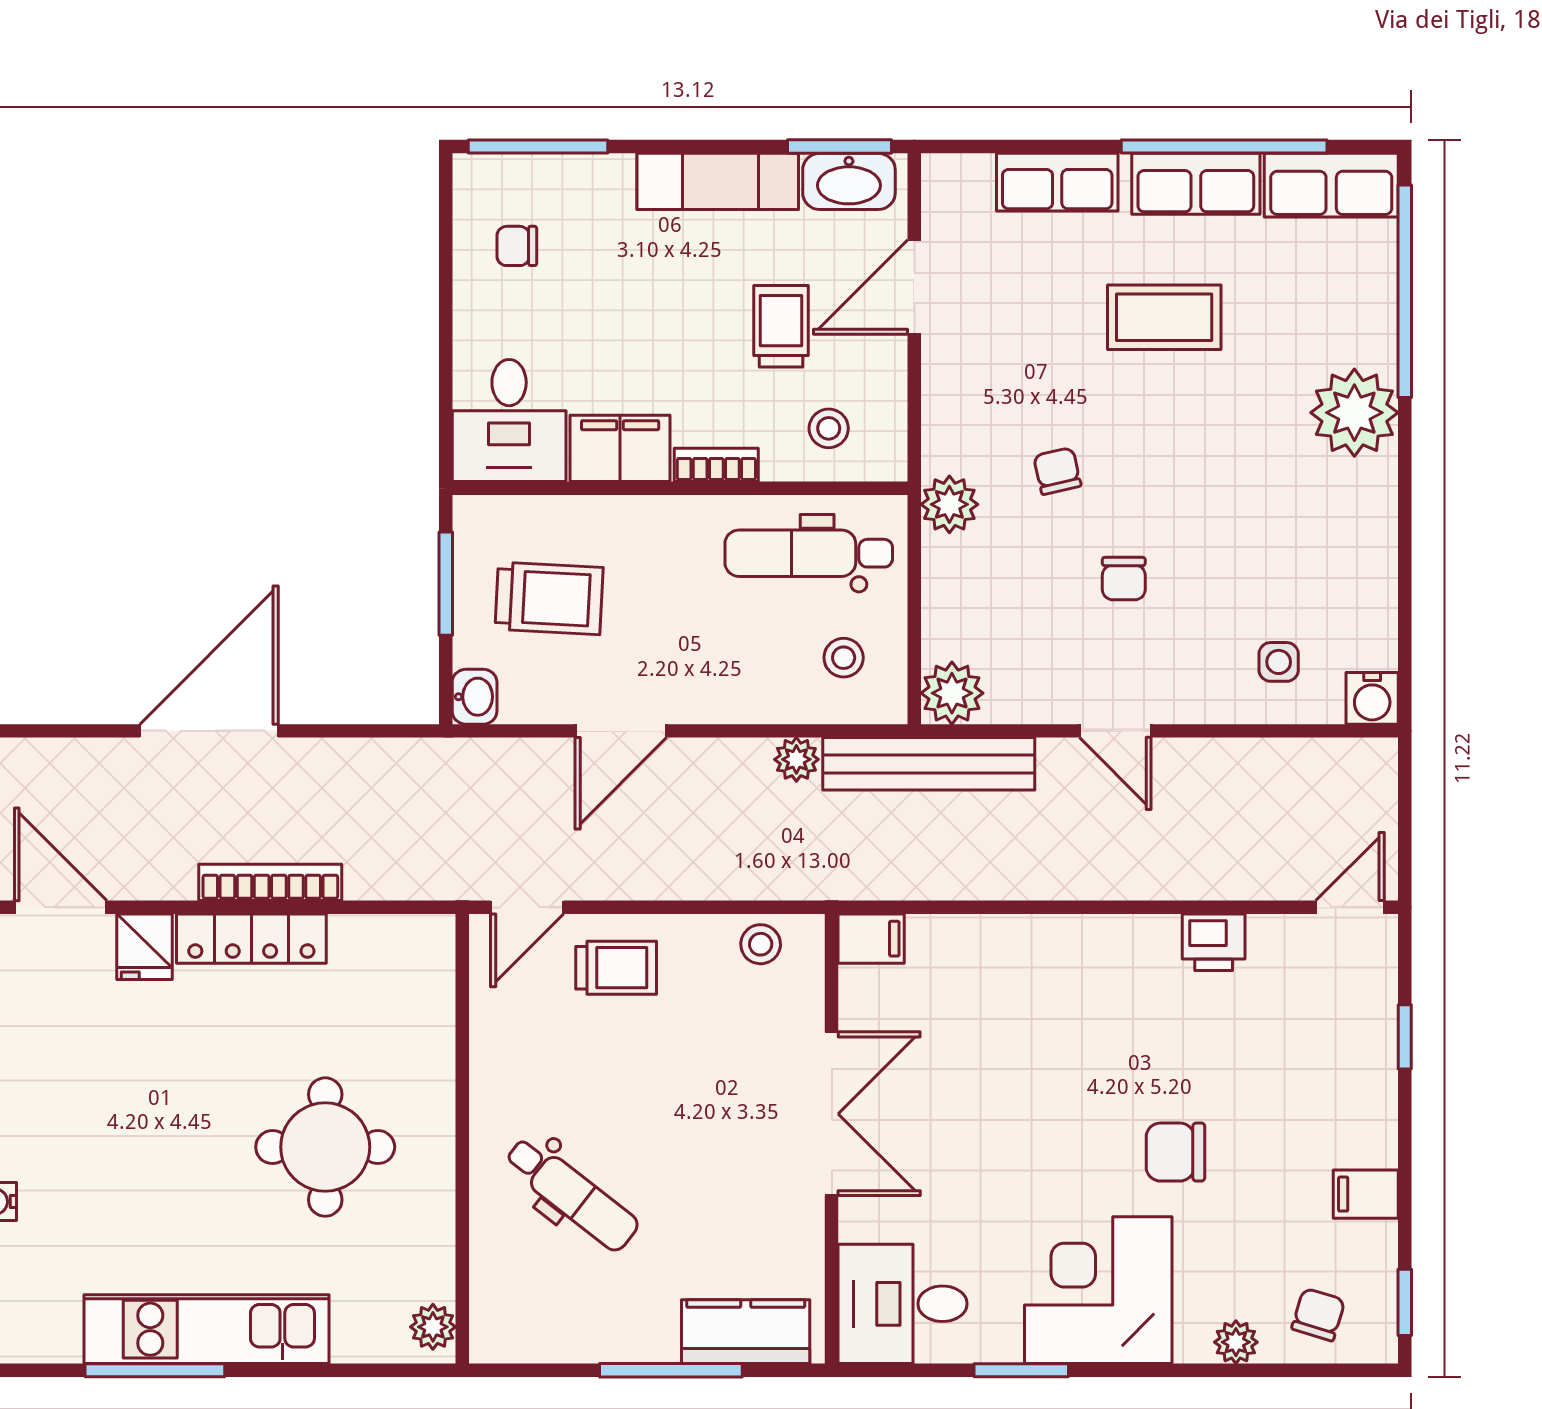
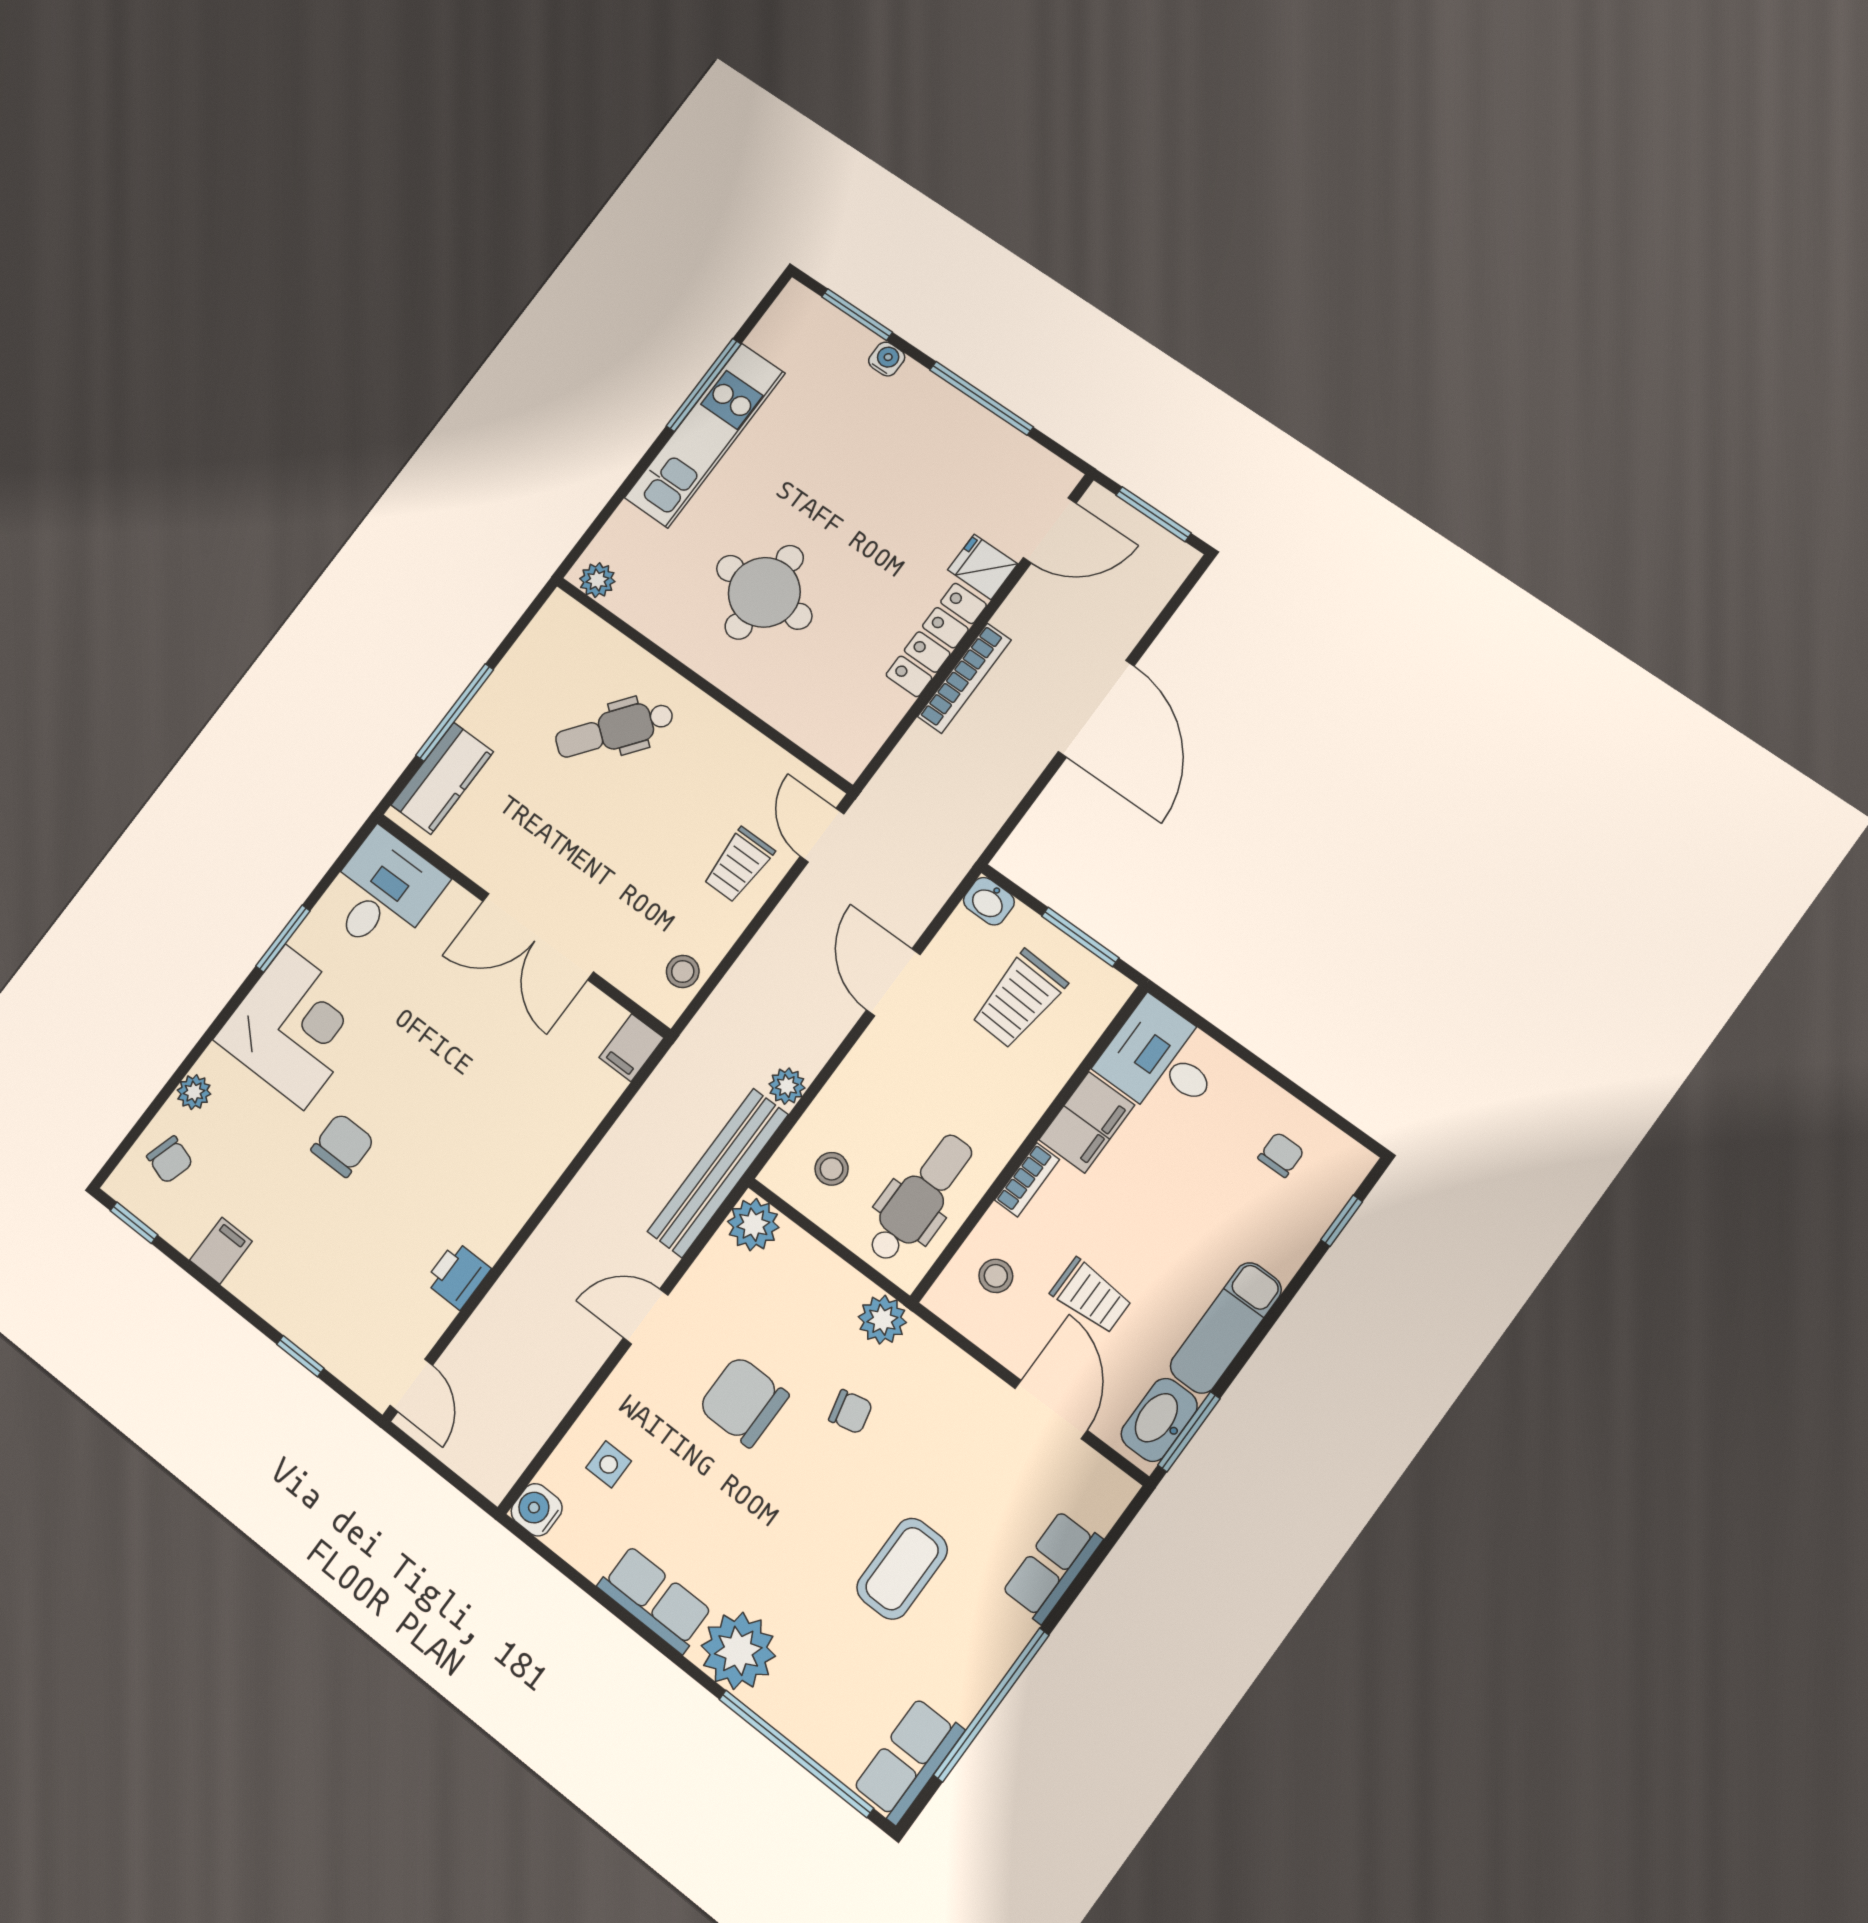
window: (538, 147) -> (1342, 1221), width x0.46
row of seats: (1196, 184) -> (655, 1599), moved, turned 90
chair: (1124, 579) -> (743, 1401), width x1.87, depth x1.87

